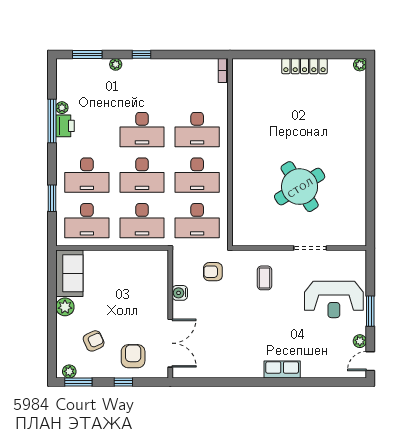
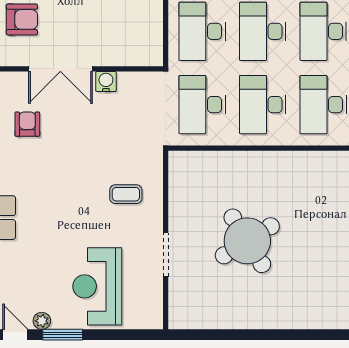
armchair: (213, 272) -> (27, 124), moved
window: (370, 311) -> (63, 335), moved
double door: (170, 343) -> (60, 69), moved

